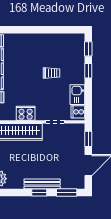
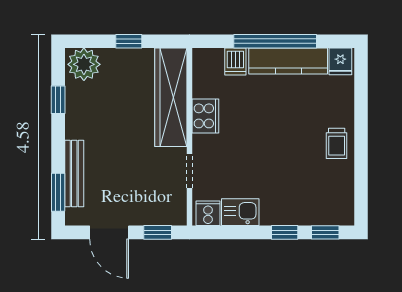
trolley: (52, 73) -> (337, 143), moved
bench: (42, 184) -> (74, 173), moved
window: (39, 192) -> (58, 100), moved

